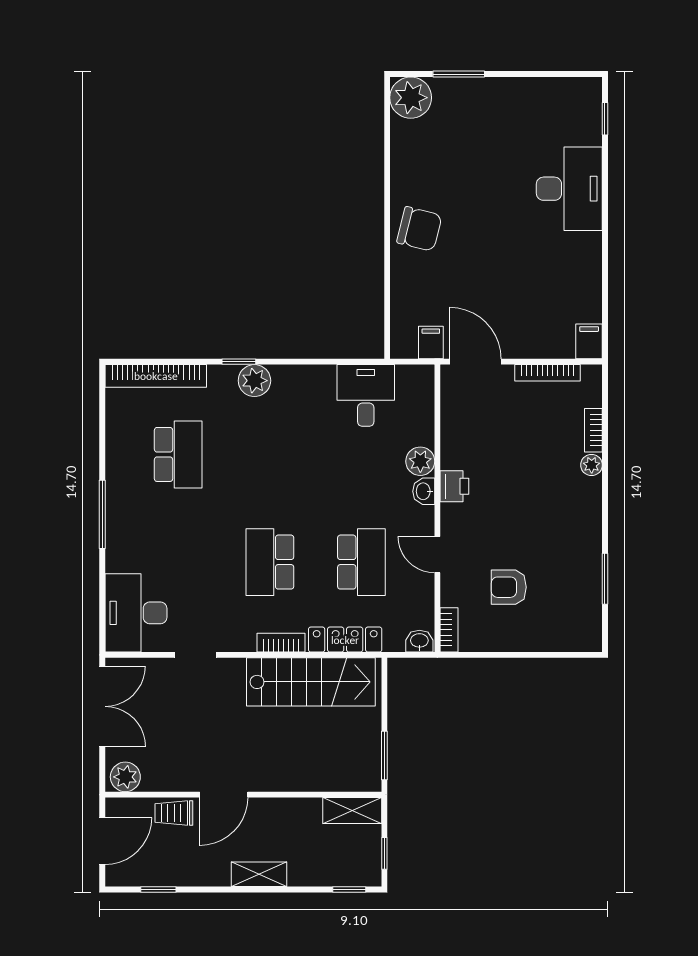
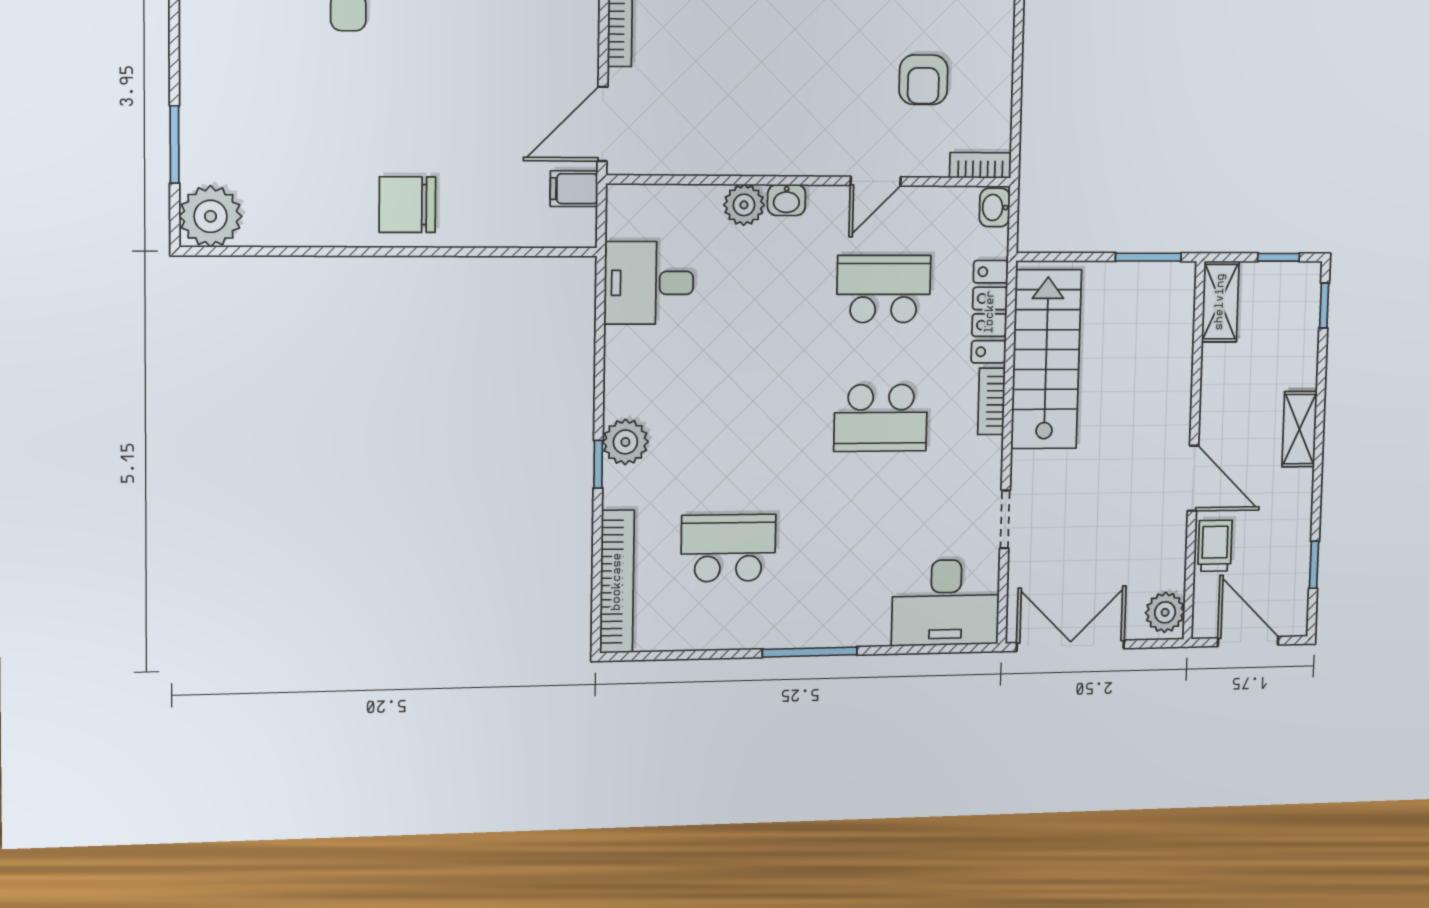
chair: (419, 229) -> (407, 205), turned -104
printer: (454, 486) -> (780, 156), removed
trolley: (174, 813) -> (1215, 546), turned 180

